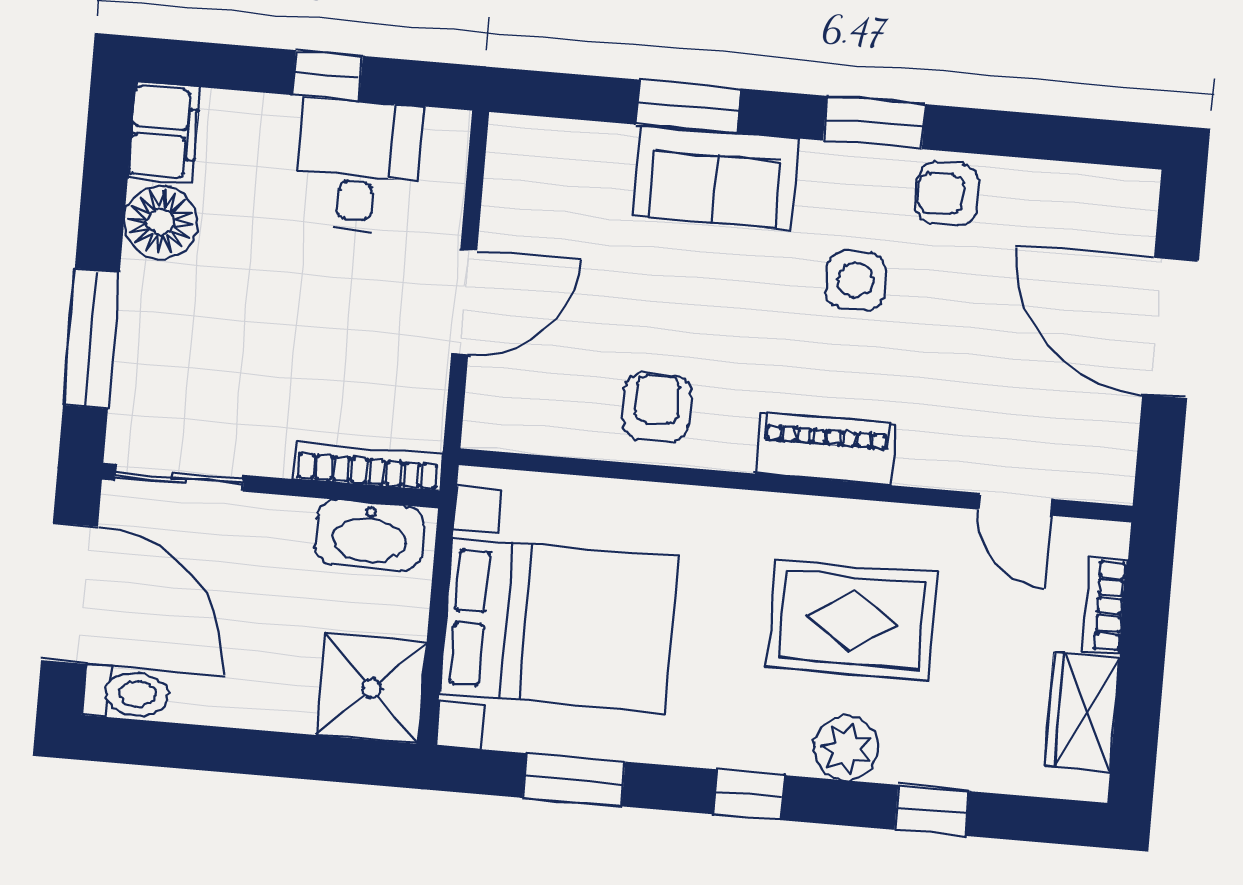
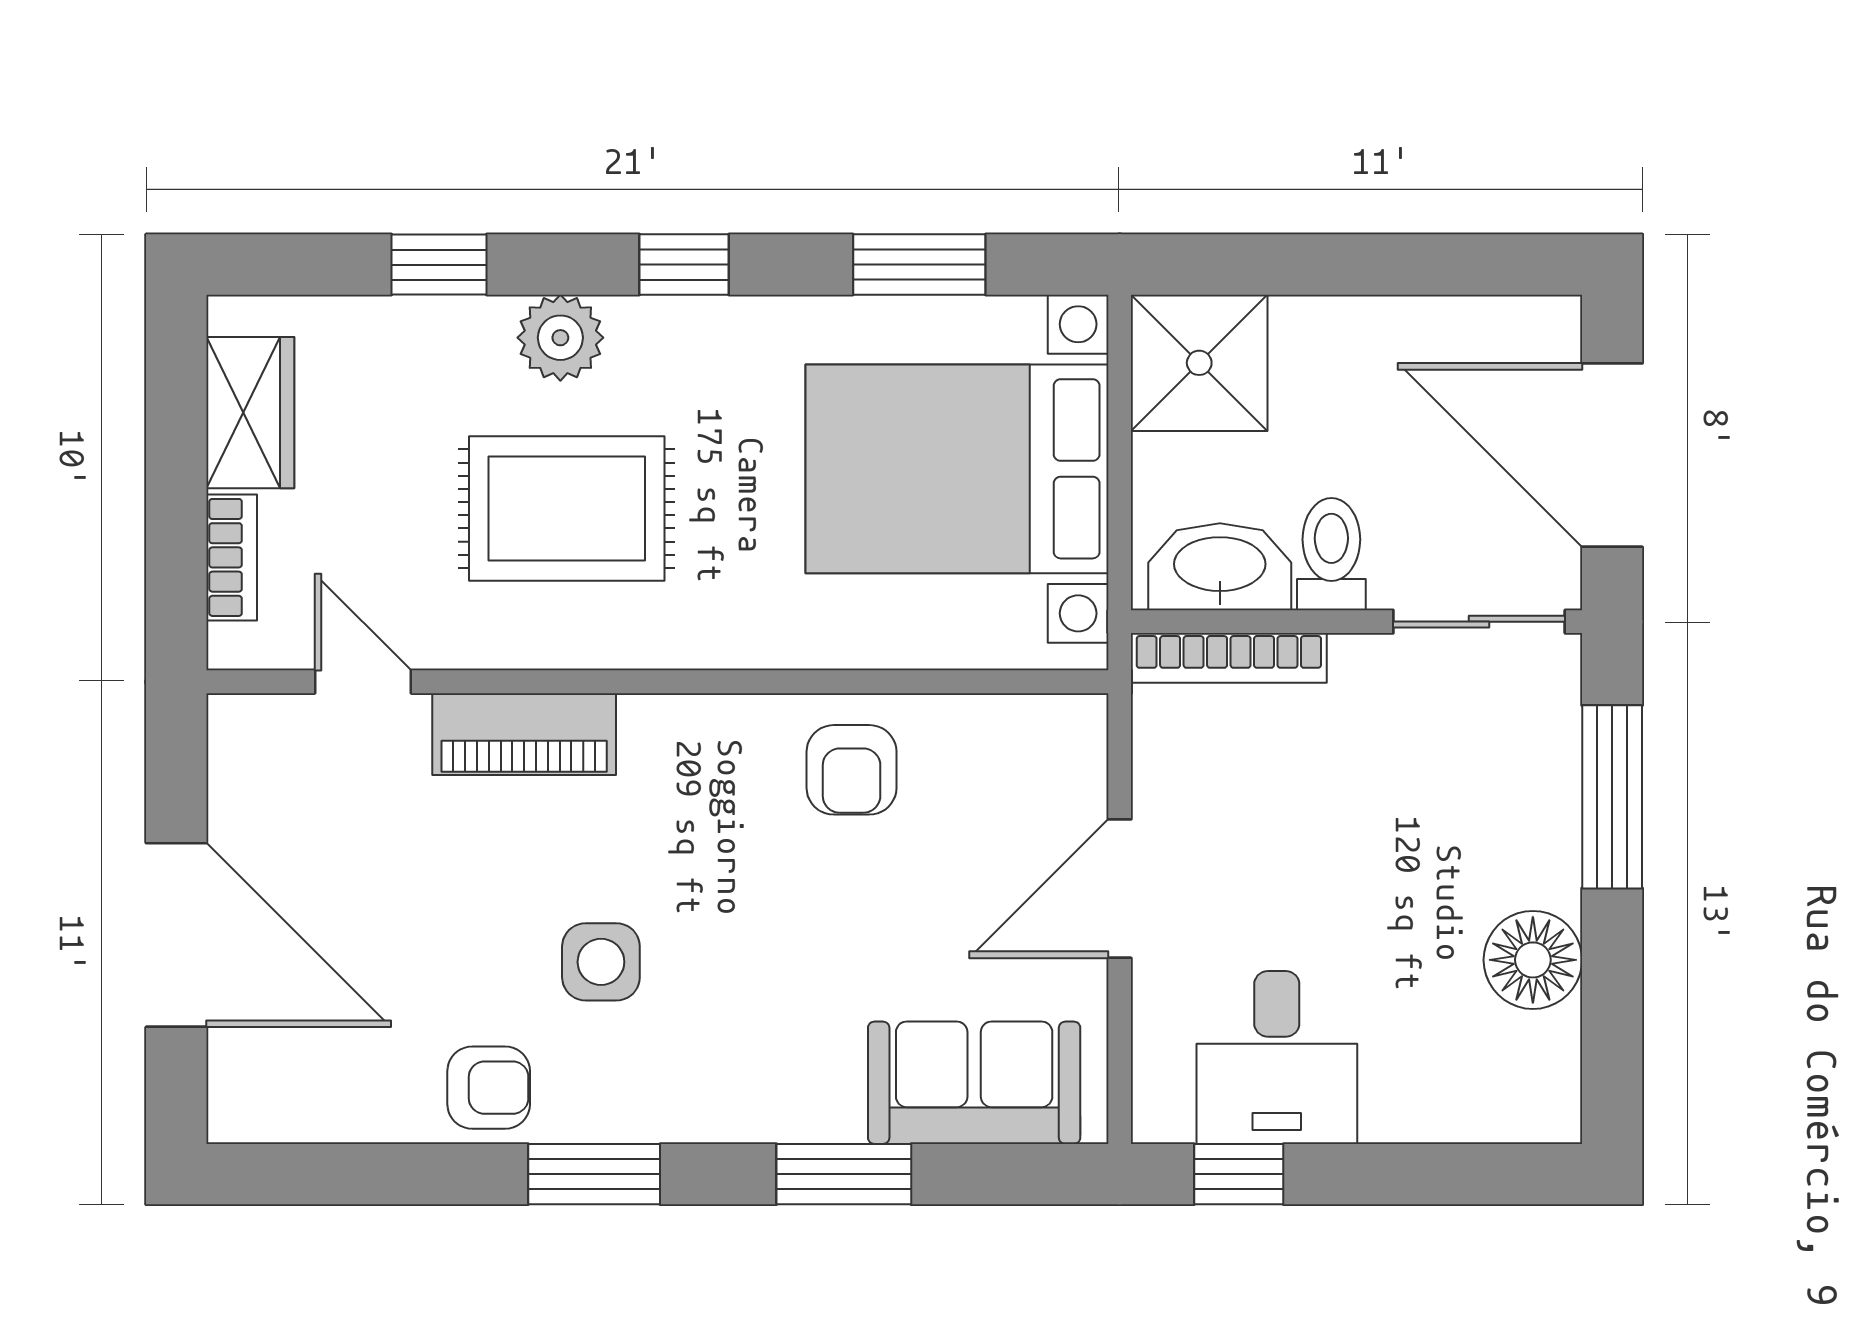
window: (327, 76) -> (1239, 1174), moved
filing cabinet: (164, 132) -> (1539, 1080), removed
sofa: (716, 177) -> (974, 1083), moved
piano: (826, 449) -> (524, 734), moved
toilet: (126, 693) -> (1331, 554), moved, turned 90

